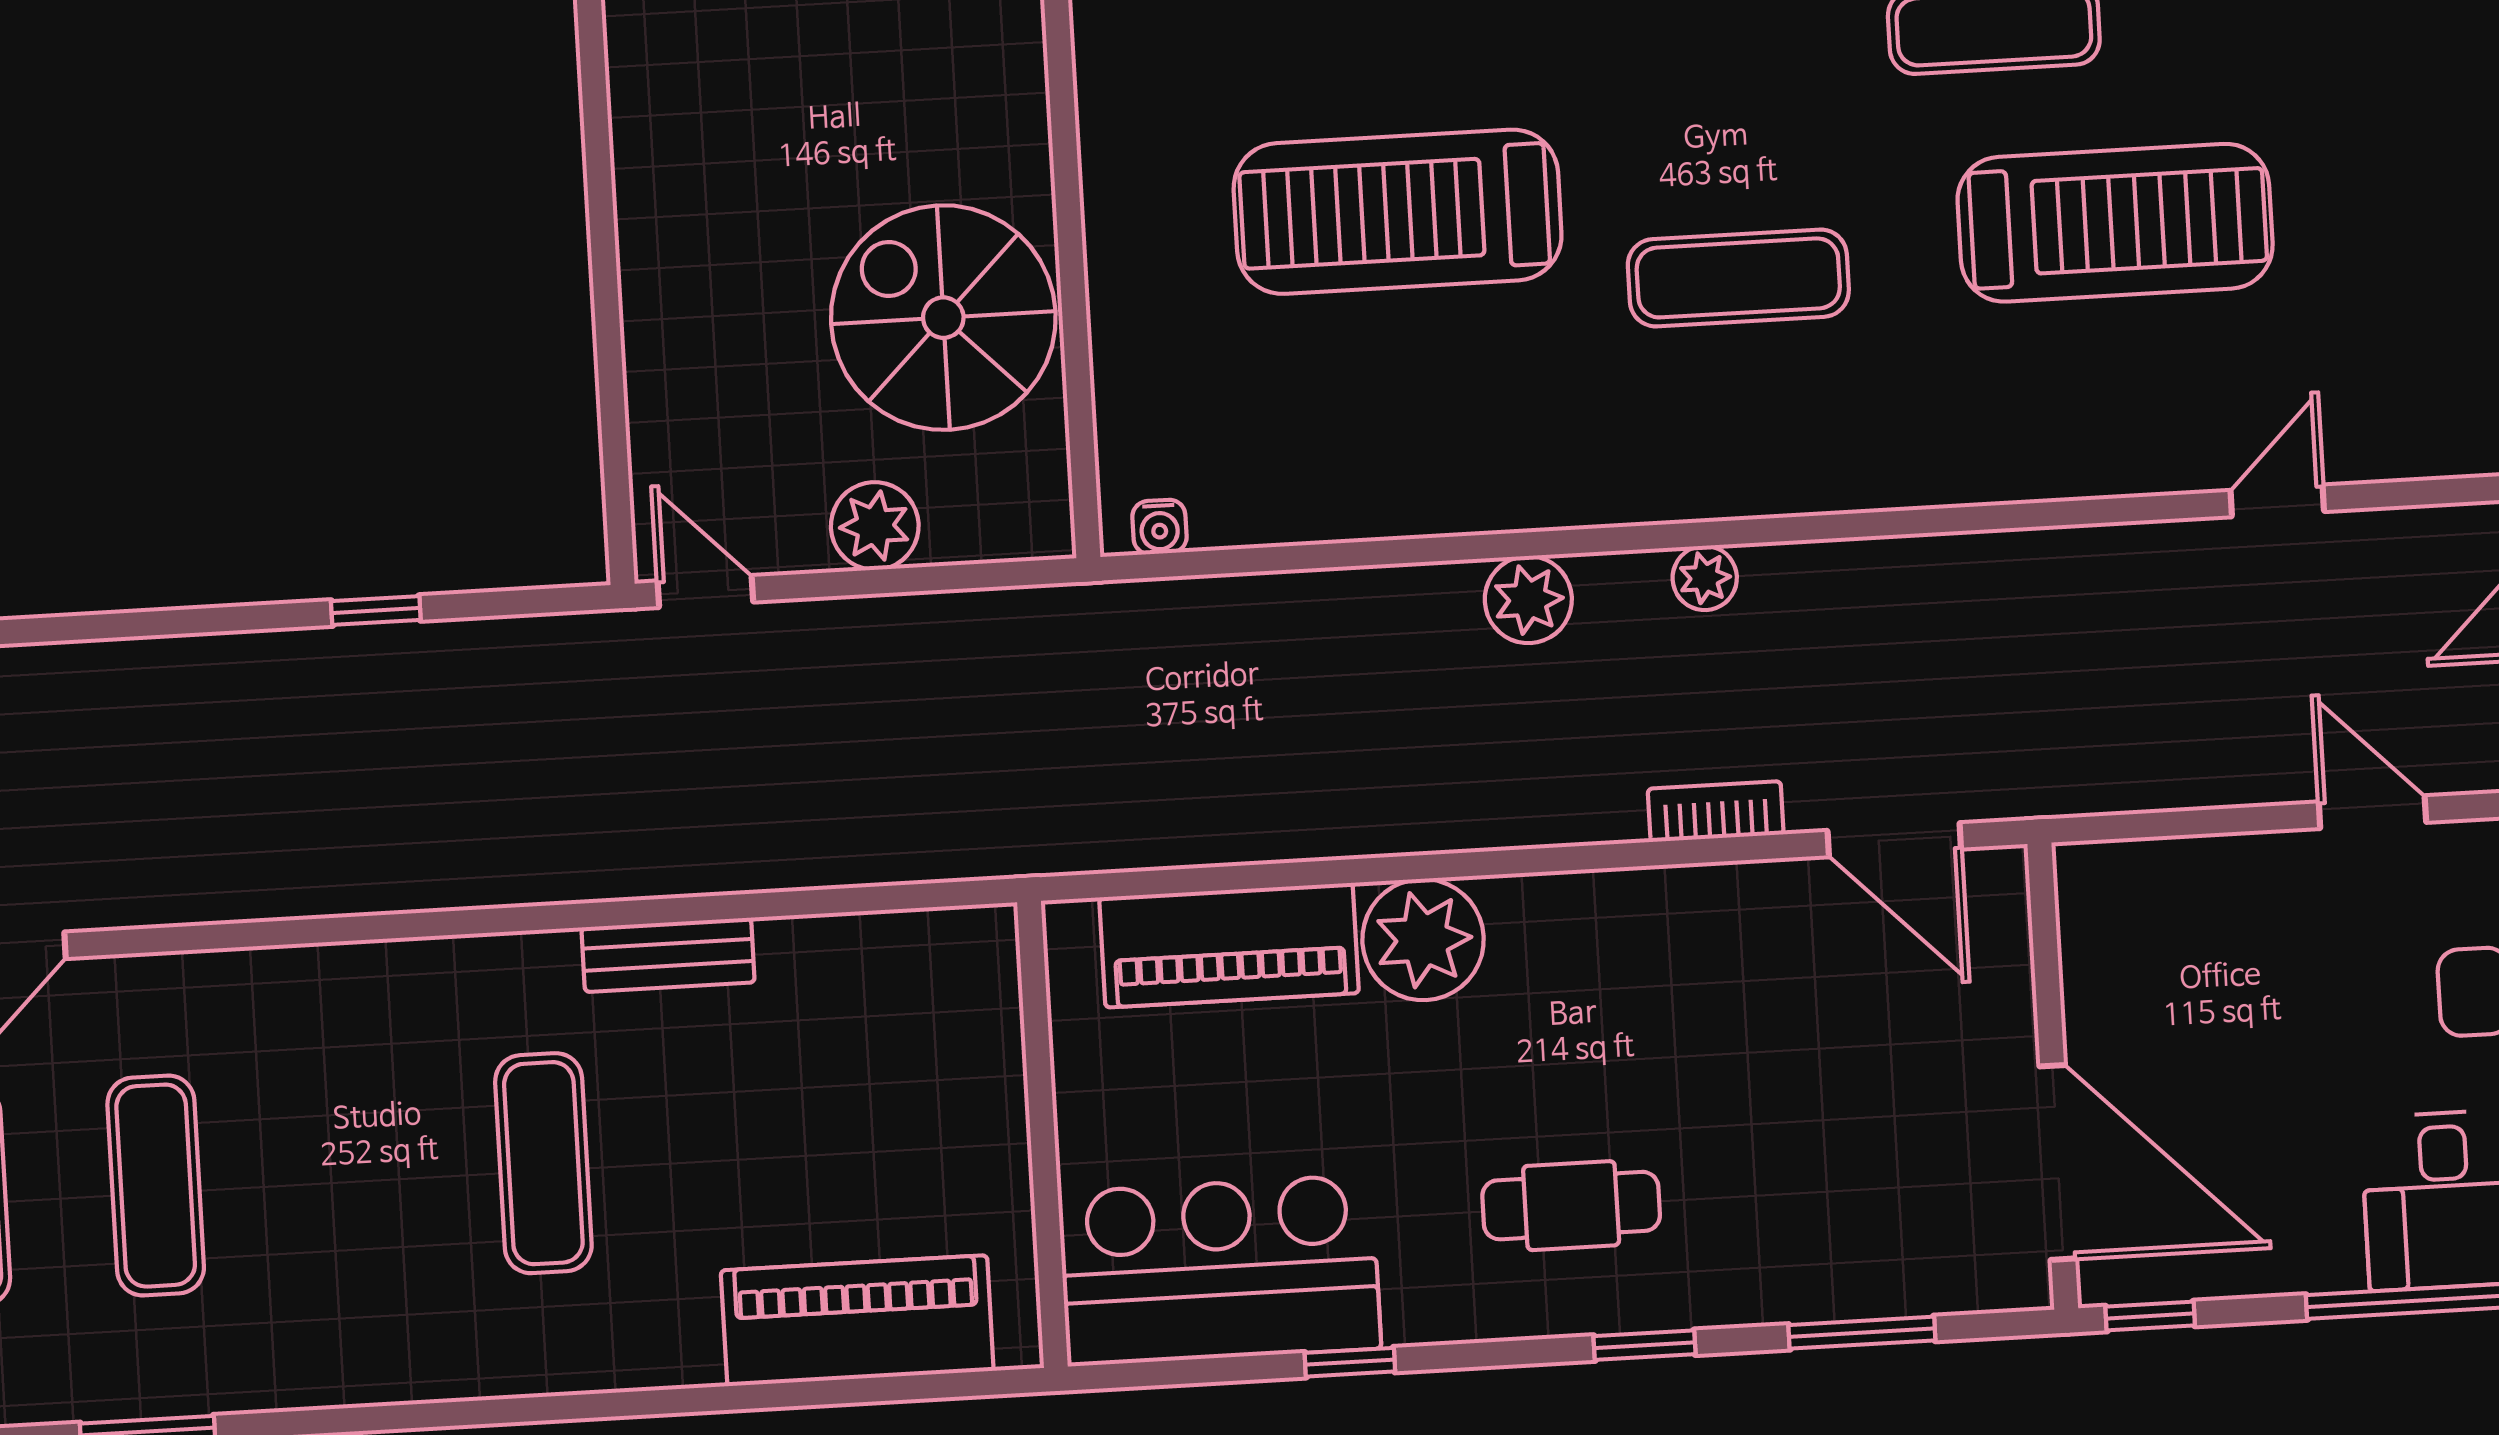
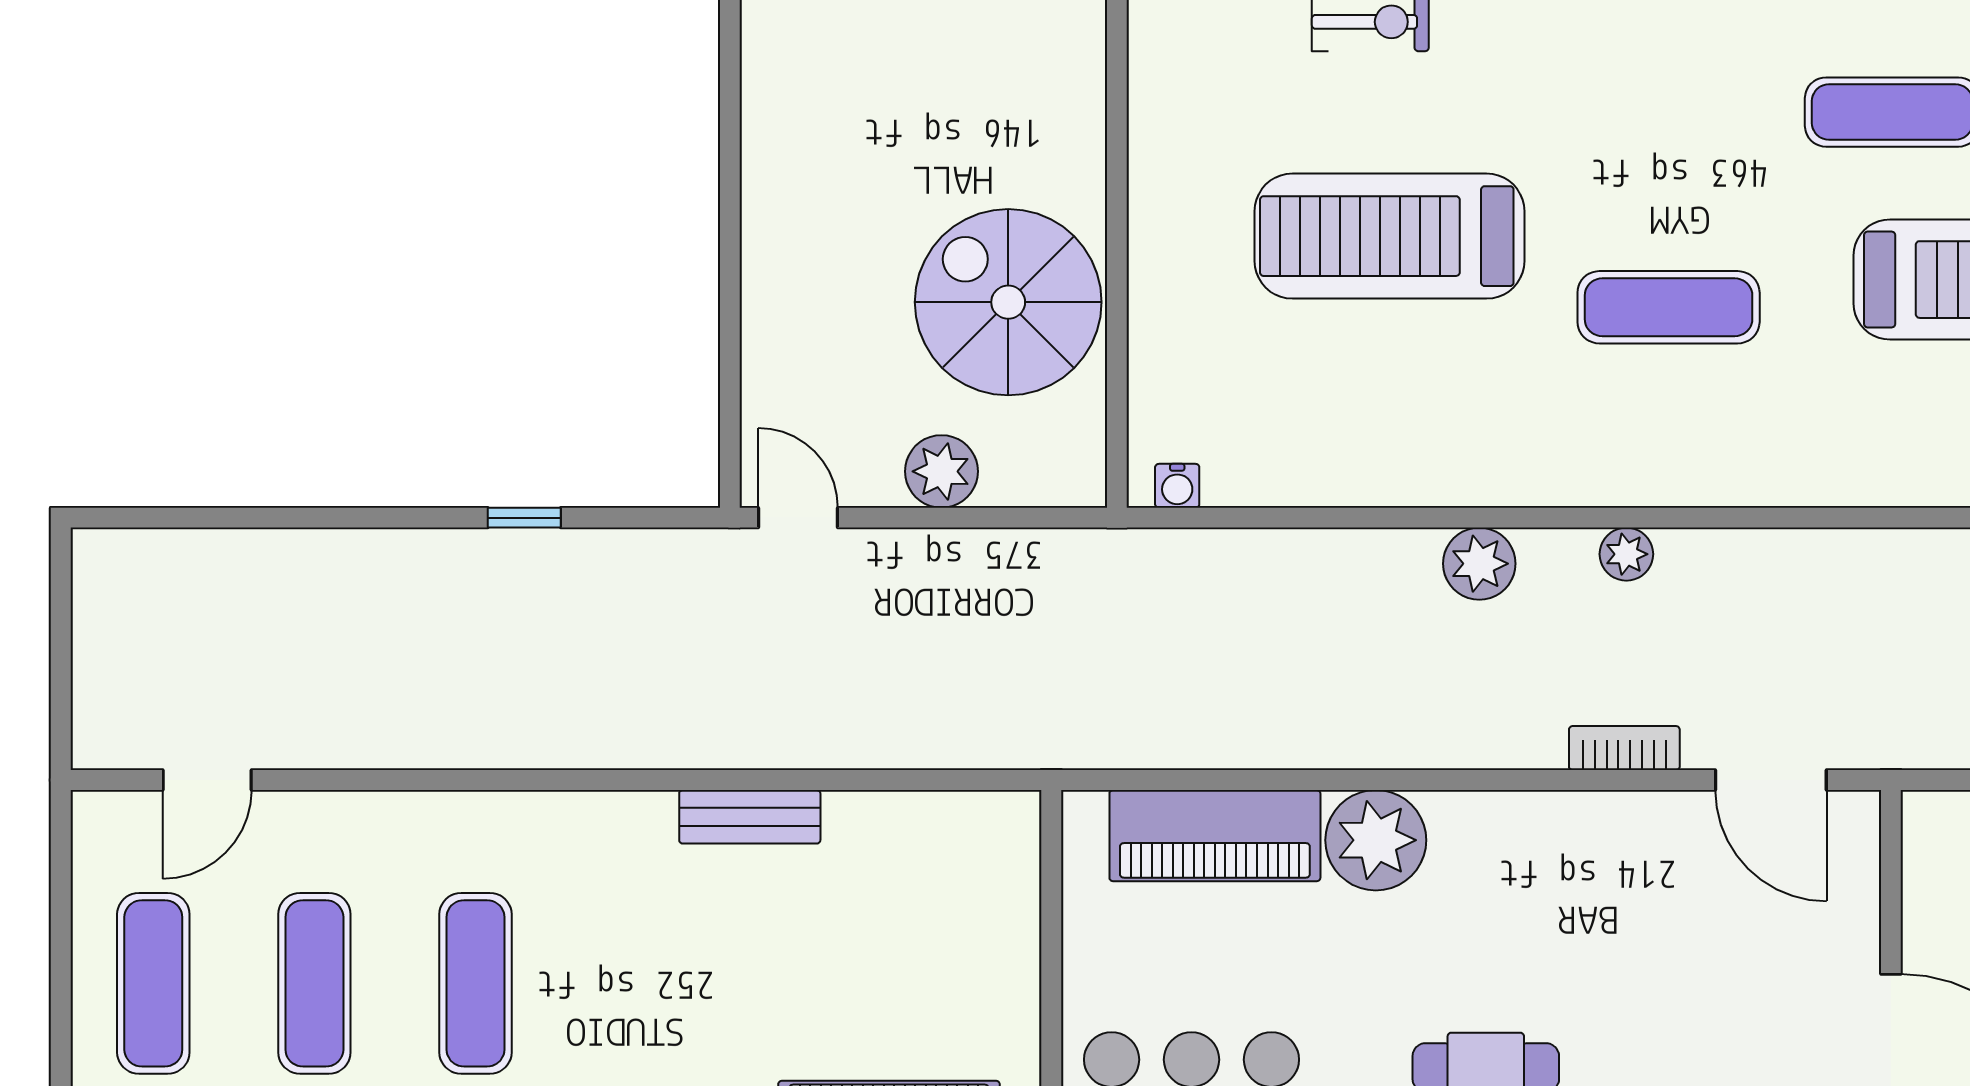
exercise mat: (543, 1163) -> (476, 983), moved

